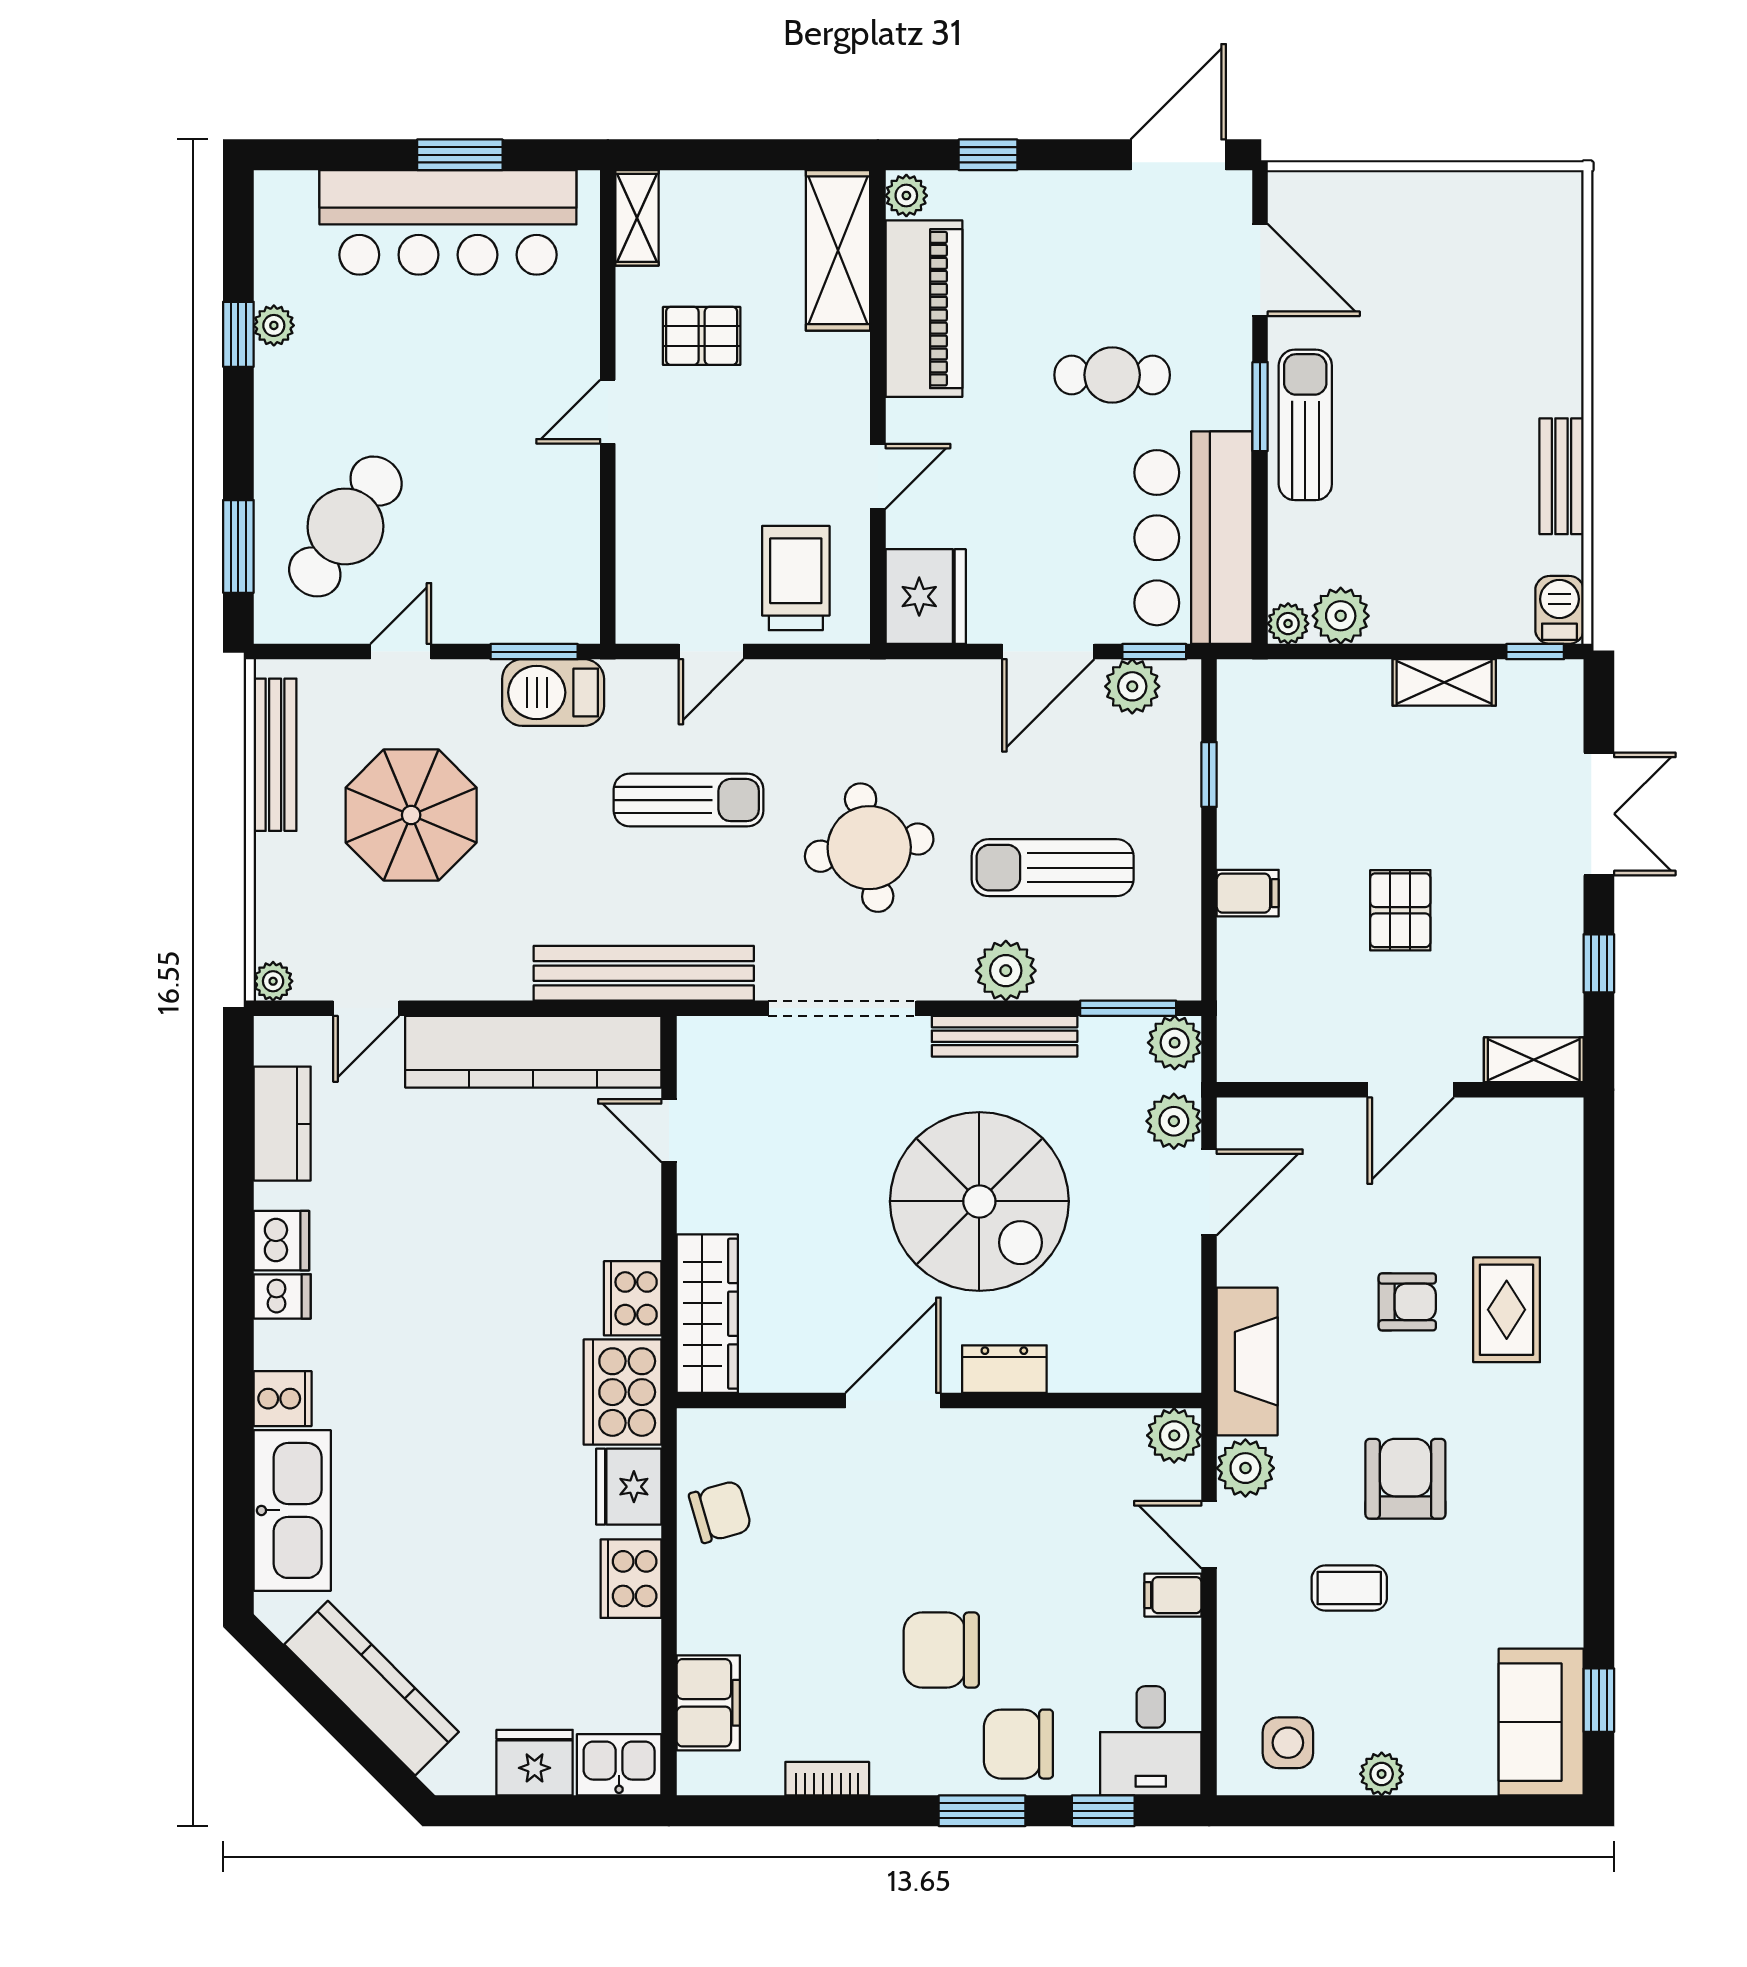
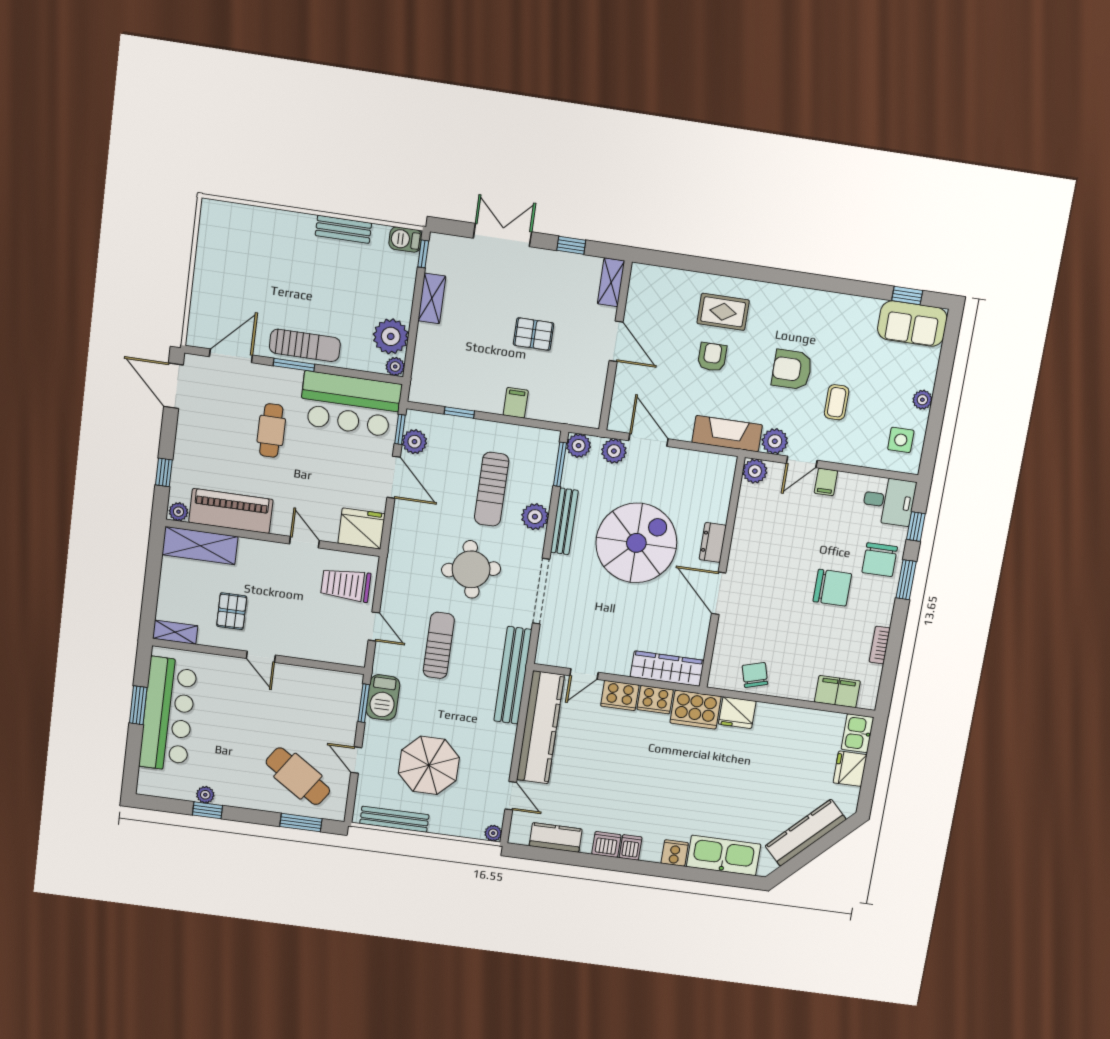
sun lounger: (1305, 425) -> (305, 345), turned 180
plant: (1341, 616) -> (391, 336), width x1.36, depth x1.36
cooker: (631, 1579) -> (620, 696), moved
chair: (941, 1650) -> (832, 588), turned -90

